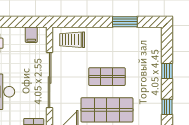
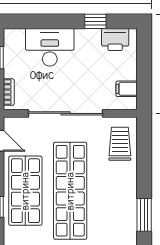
shop shelf: (107, 77) -> (70, 191), width x2.00, depth x1.36

